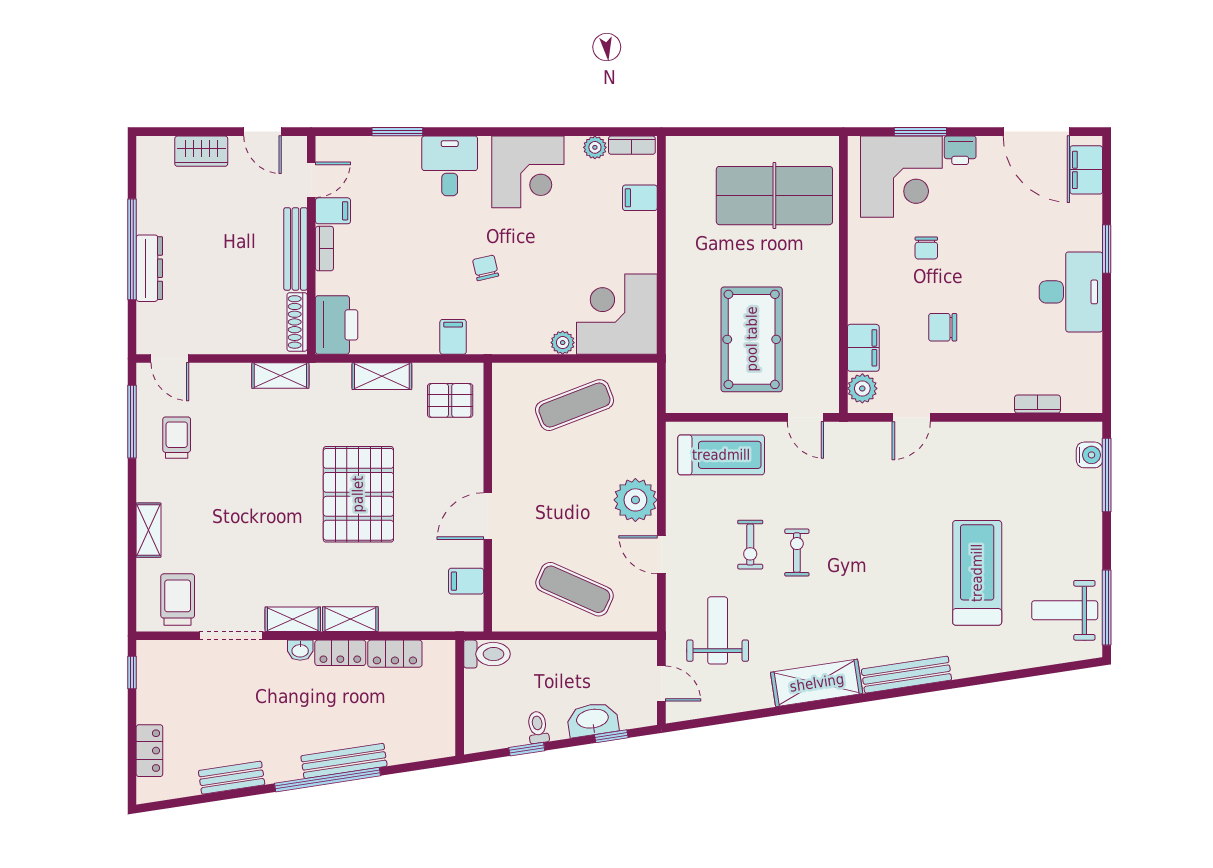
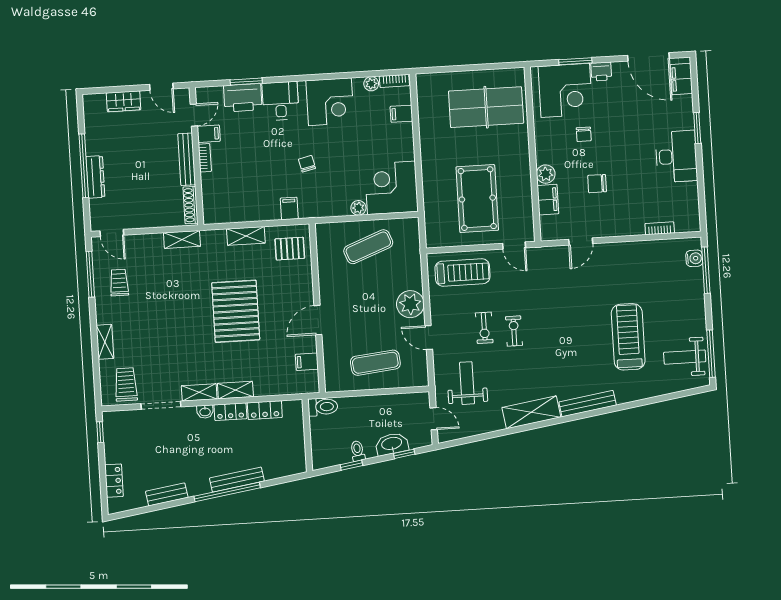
printer: (337, 325) -> (243, 98), moved, turned 90
plant: (862, 388) -> (546, 174), moved
exercise mat: (575, 589) -> (375, 363), turned -30

